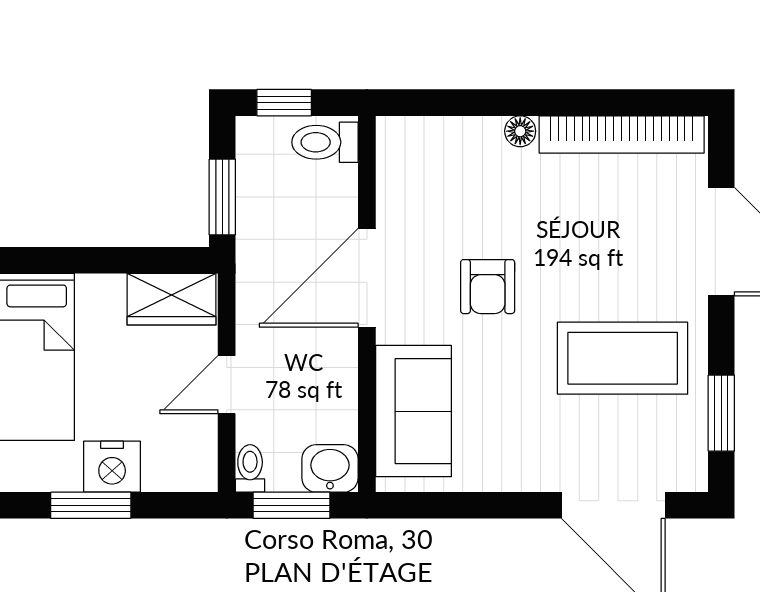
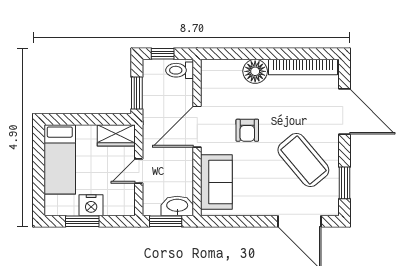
floor lamp: (520, 131) -> (255, 71), width x1.89, depth x1.89
coffee table: (623, 358) -> (303, 160), turned 50
toilet: (250, 468) -> (148, 206), removed
washbasin: (330, 468) -> (177, 206), width x1.38

